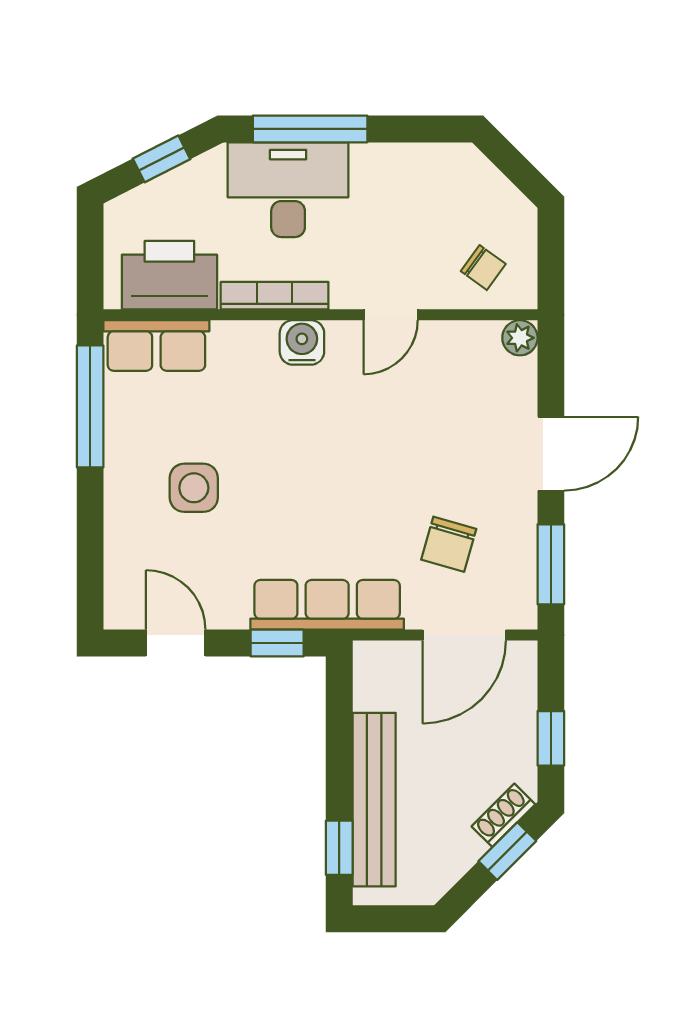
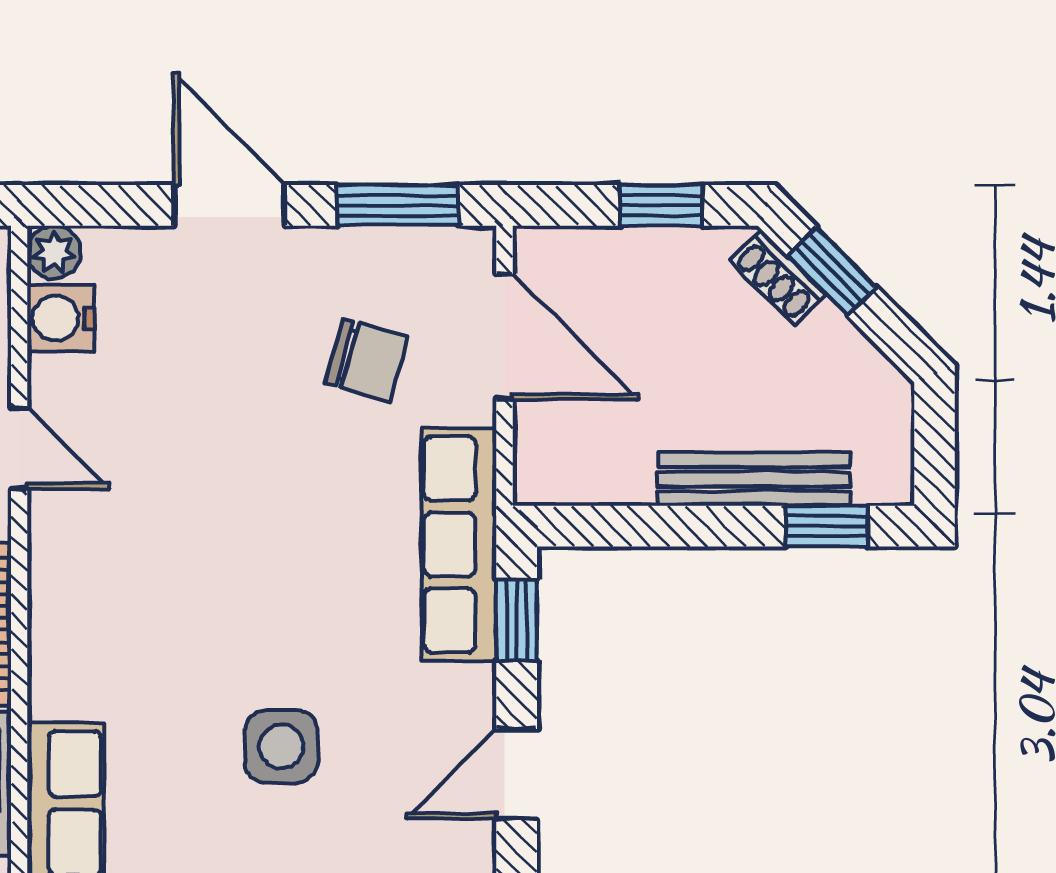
water cooler: (302, 342) -> (61, 318), moved
bench: (374, 800) -> (754, 479), width x0.73, depth x0.82

